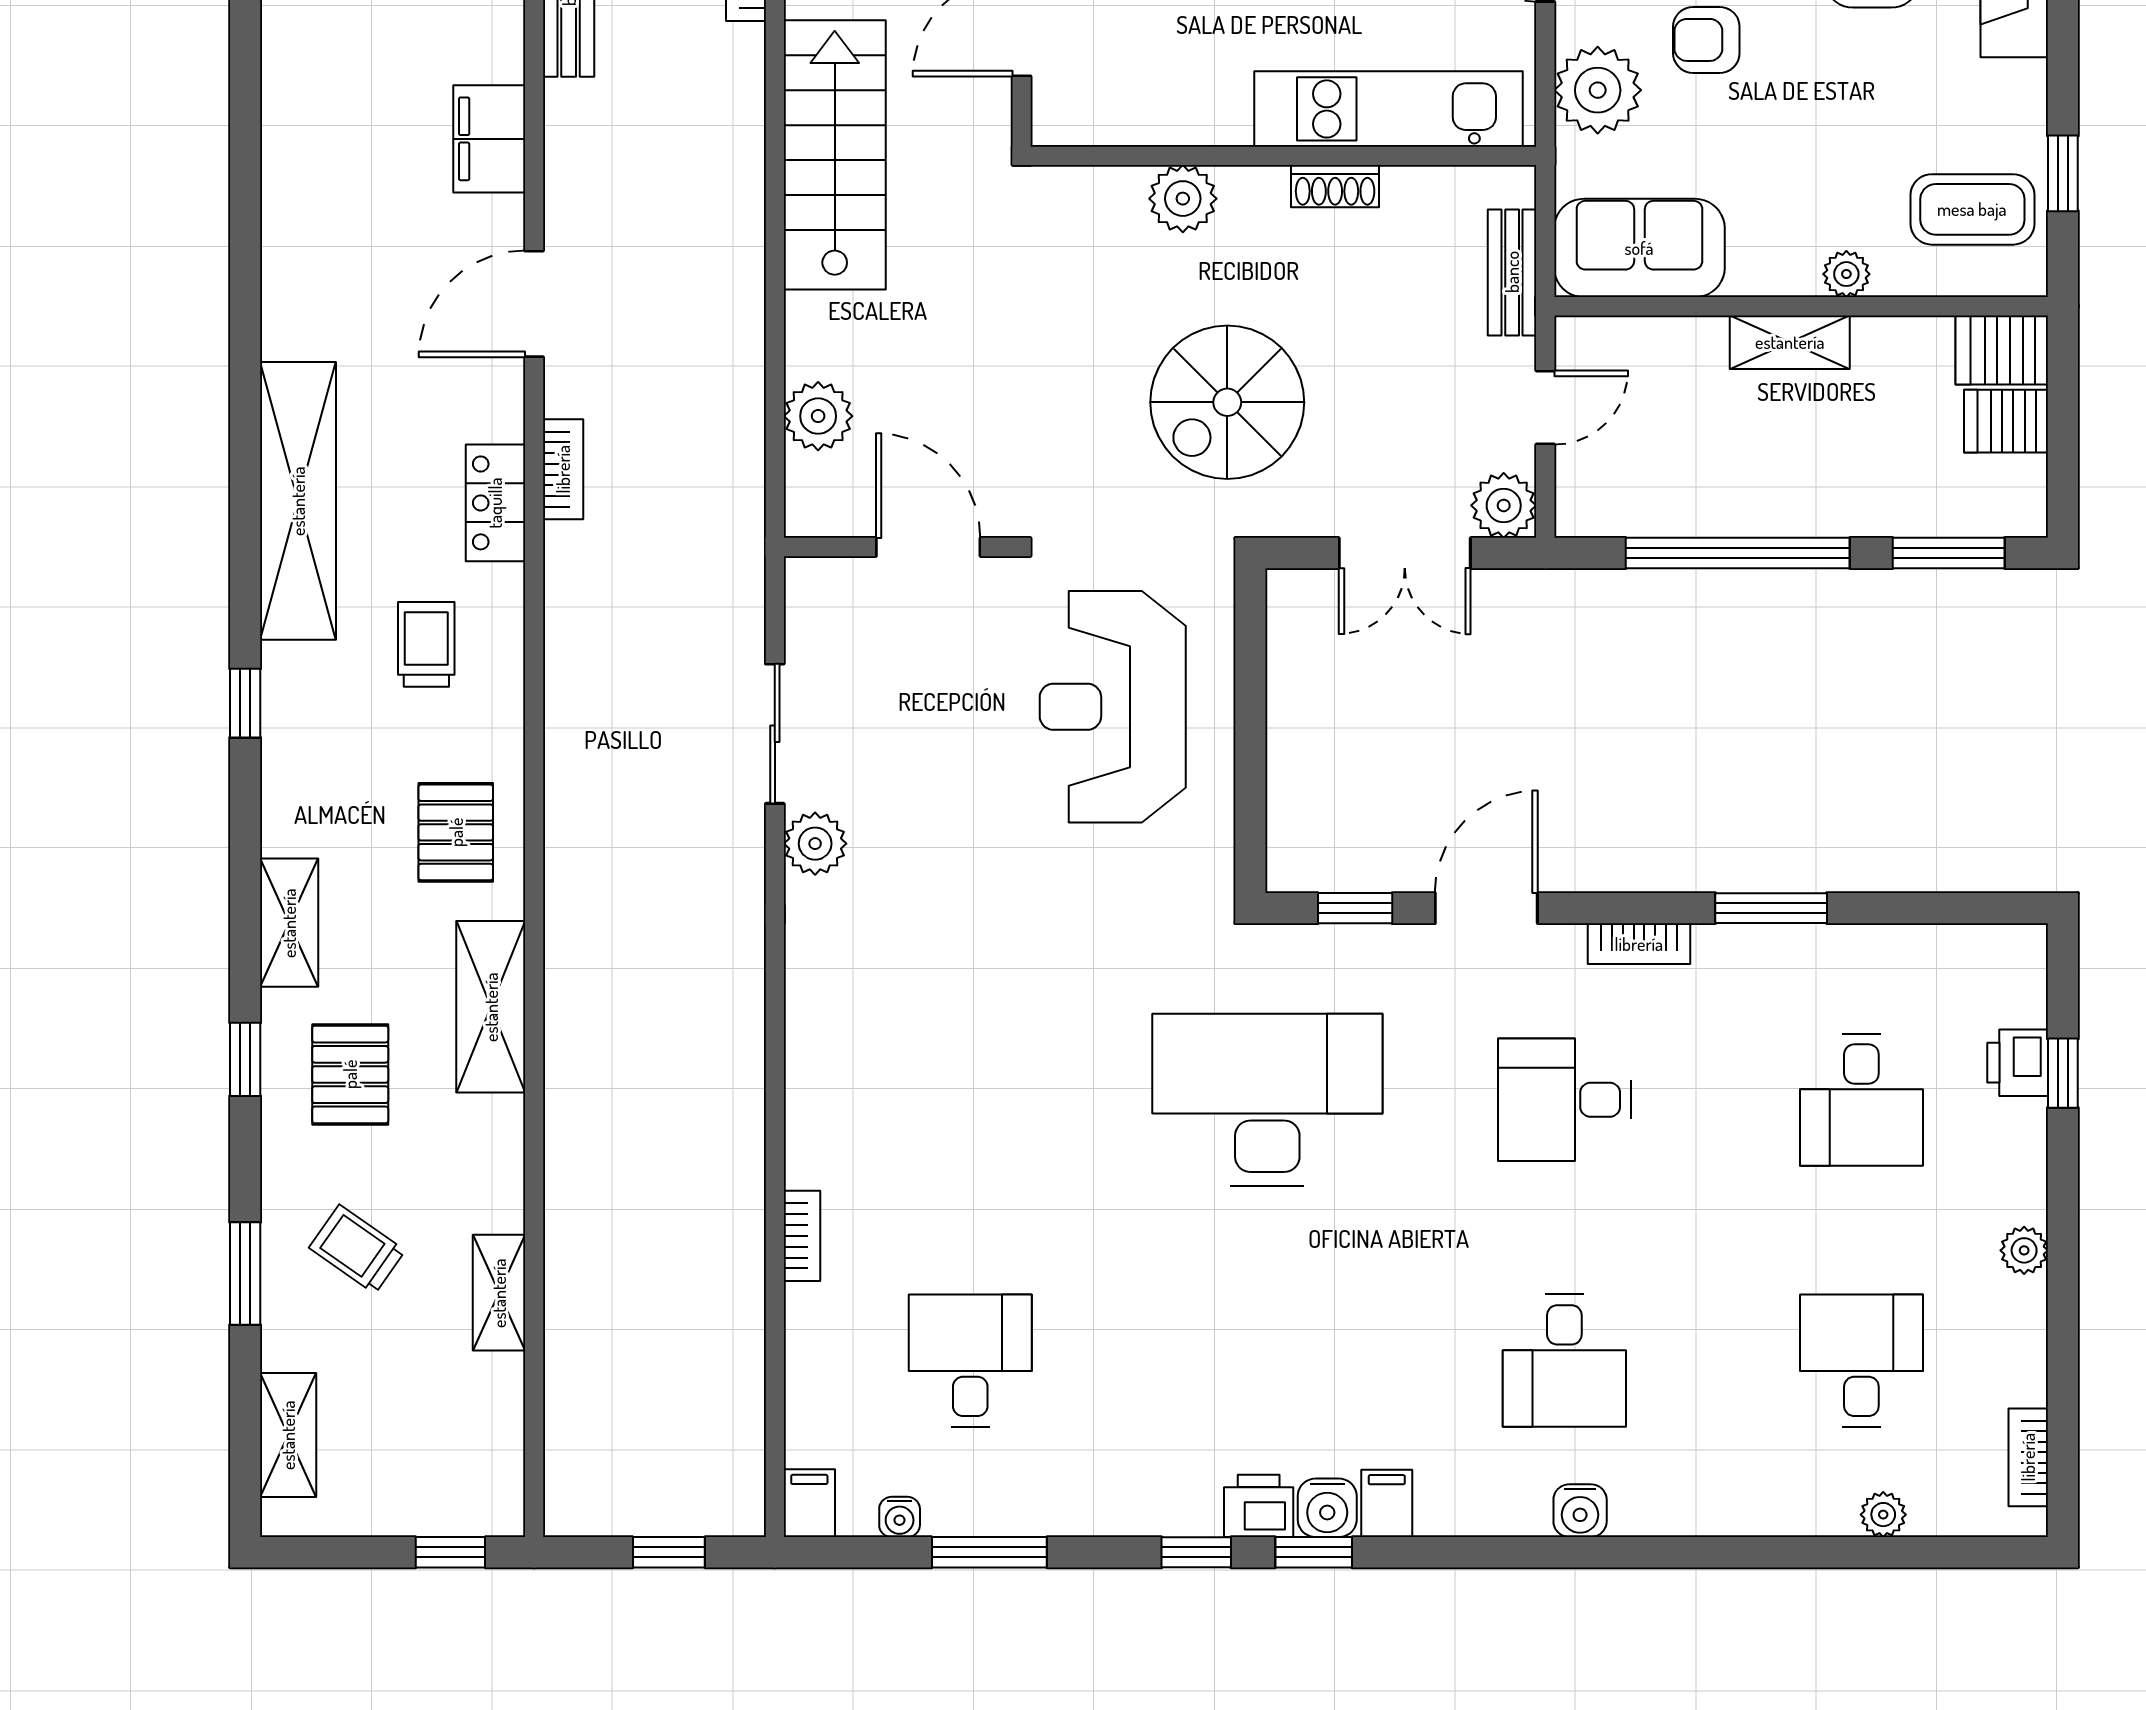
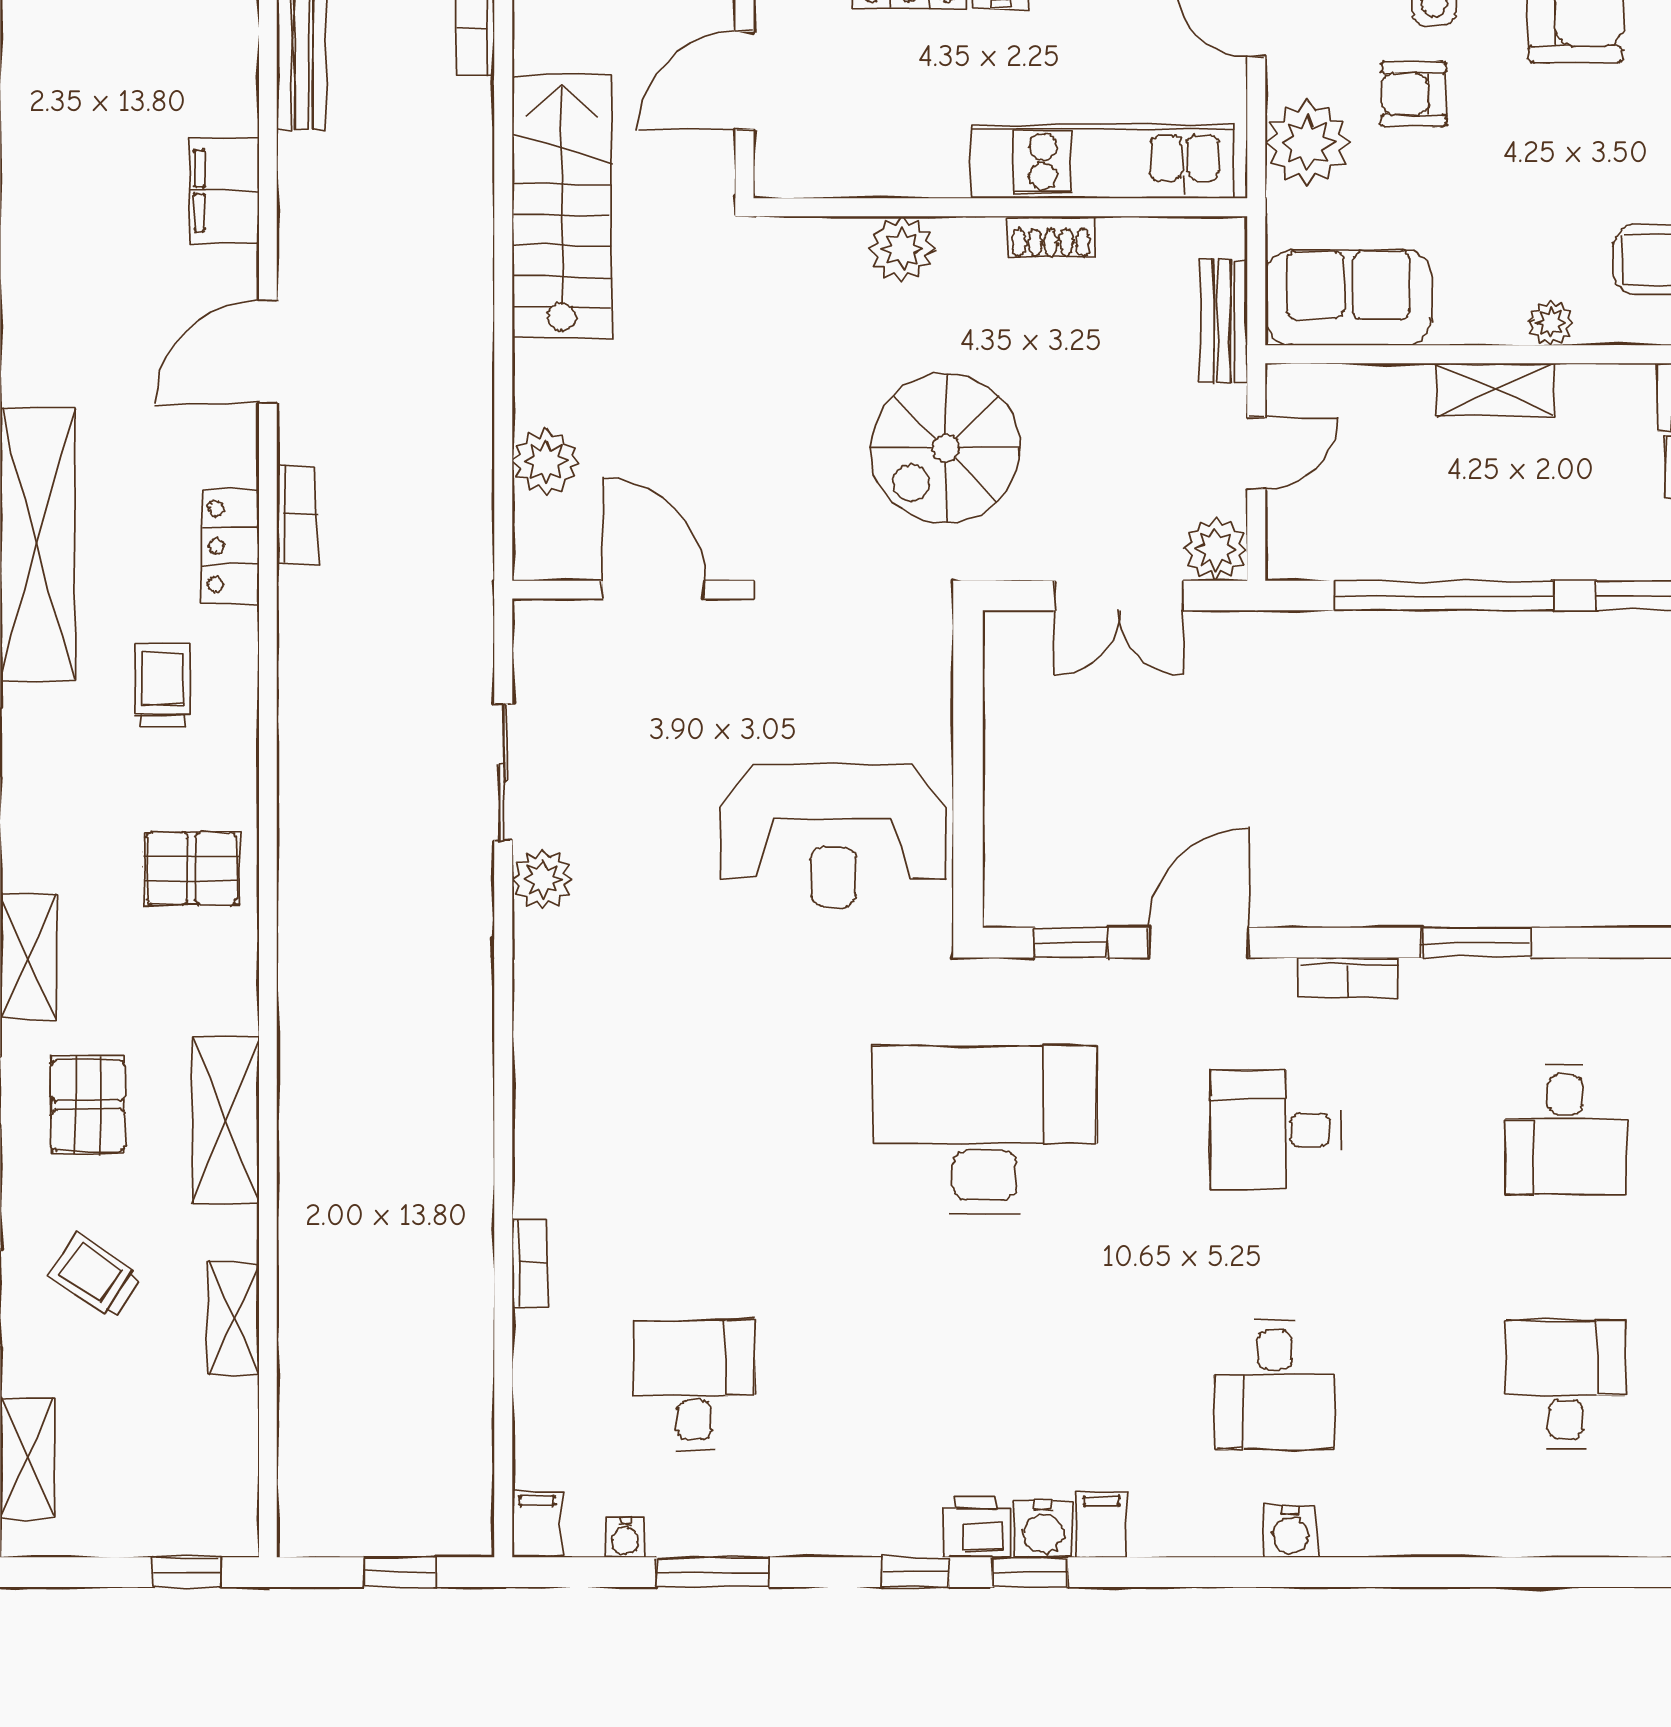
reception desk: (1113, 707) -> (833, 836), moved, turned -90
pallet: (456, 832) -> (191, 869), turned 90
shelving: (491, 1007) -> (226, 1120), moved
plant: (1883, 1515) -> (1587, 1535), removed

